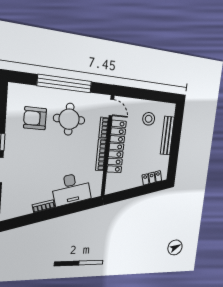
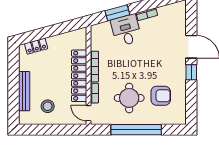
desk: (71, 189) -> (126, 30), width x0.73
window: (74, 208) -> (117, 13), added

